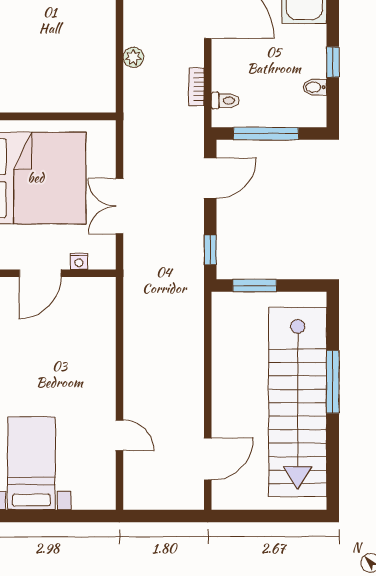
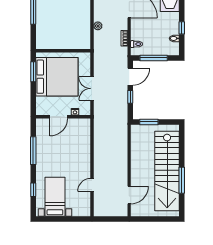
window: (210, 250) -> (130, 97), moved
window: (333, 382) -> (182, 180), moved
door: (119, 435) -> (92, 185), swing flipped

